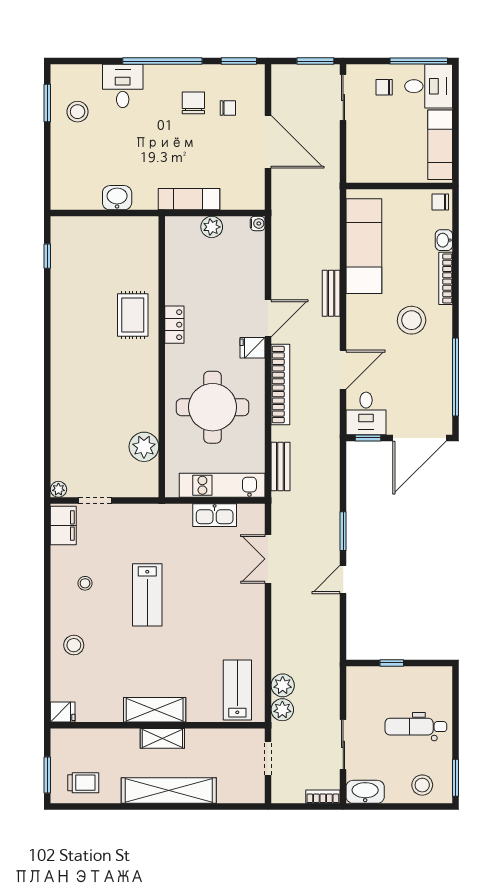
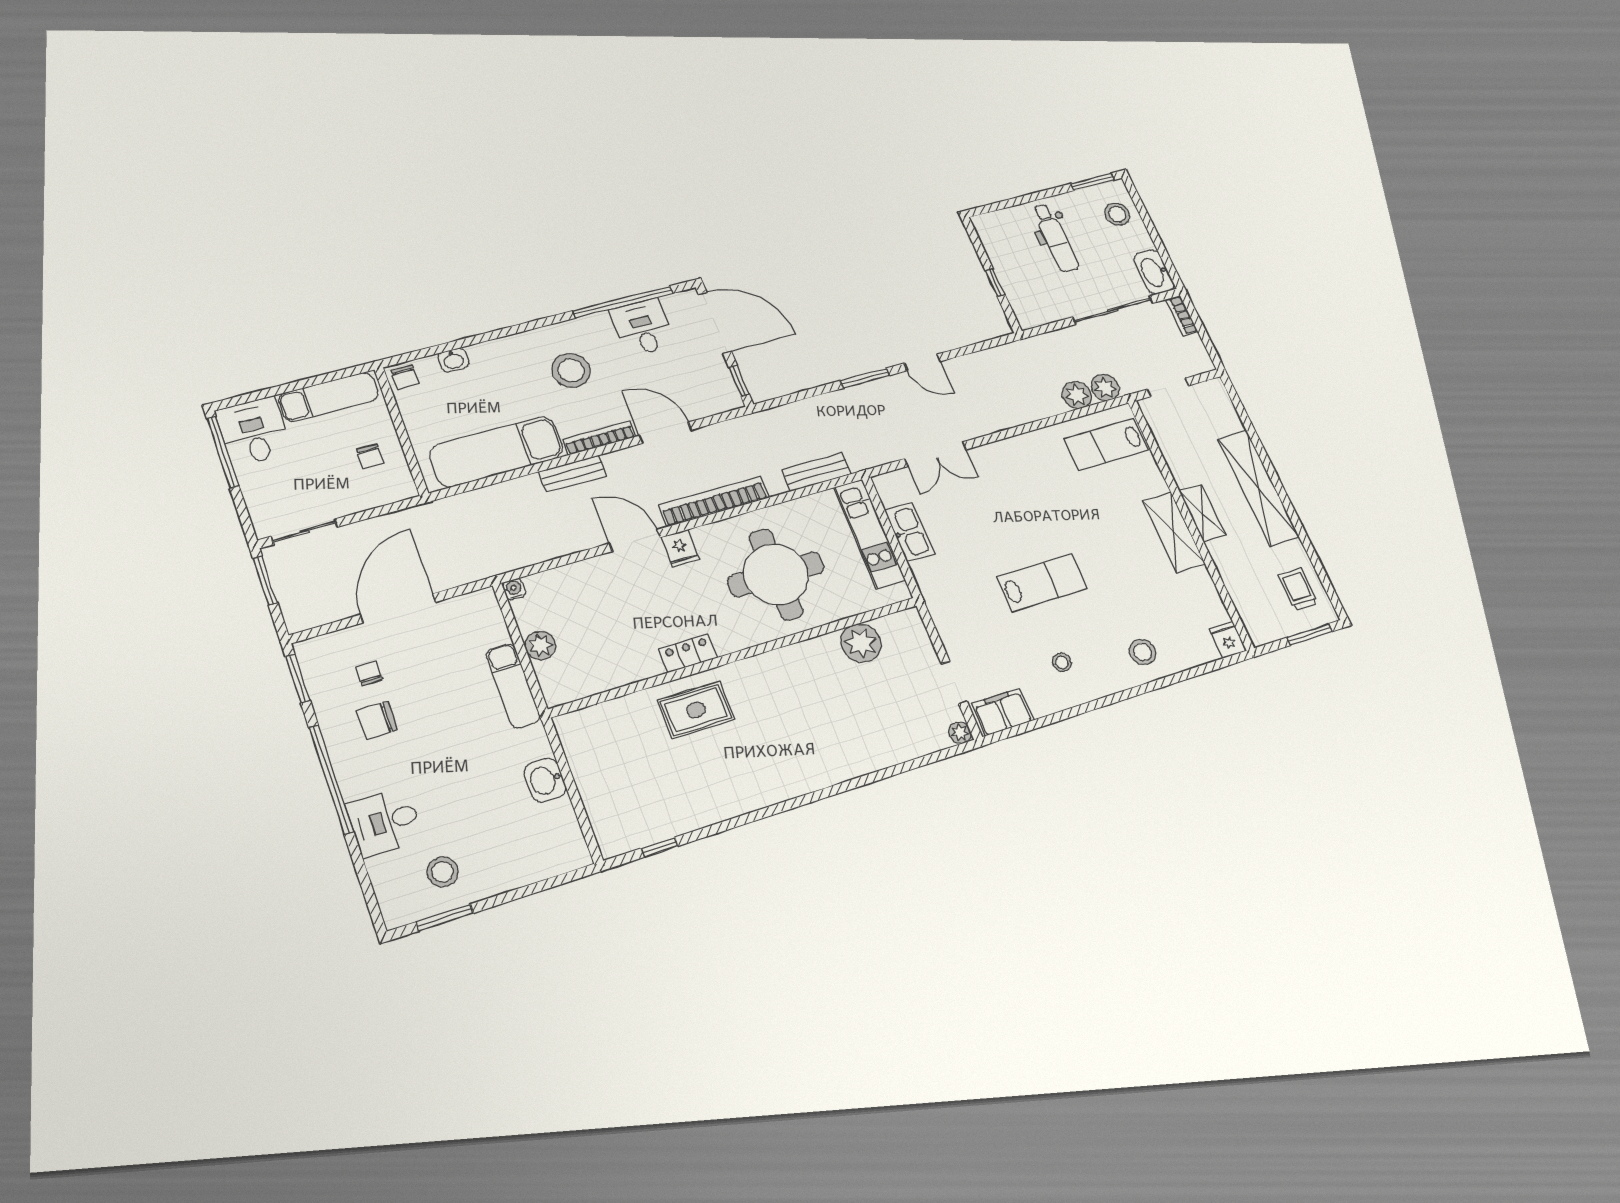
chair: (384, 87) -> (370, 456), moved
bookcase: (446, 278) -> (599, 438), moved, turned 180
desk: (366, 413) -> (643, 327), moved, turned -90
sliding door: (343, 744) -> (1113, 310), width x1.37

